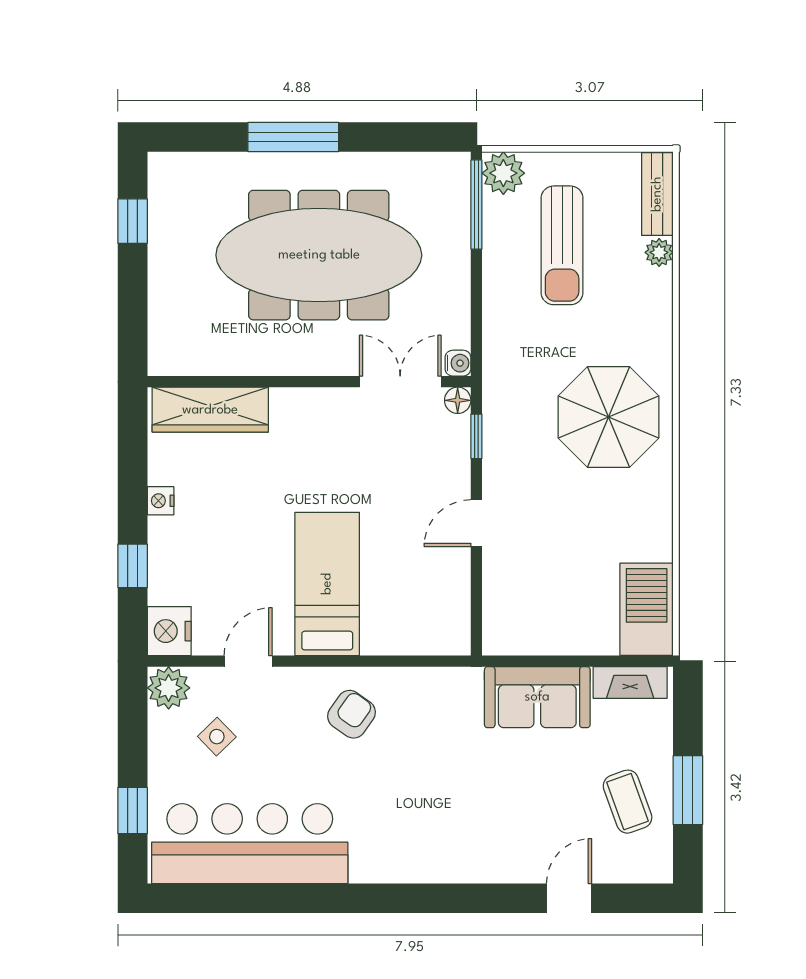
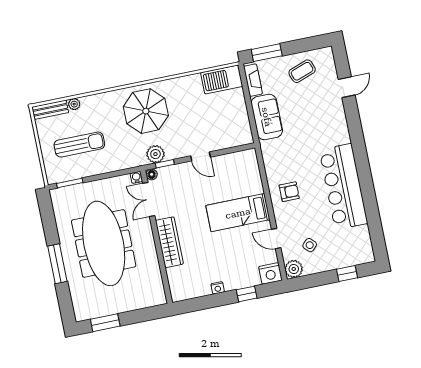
plant: (503, 173) -> (155, 154), moved
window: (476, 205) -> (70, 183), width x0.69
window: (133, 221) -> (105, 323), width x1.50
wardrobe: (210, 410) -> (169, 242), moved
armchair: (352, 714) -> (289, 192), turned 145
window: (688, 790) -> (267, 53), moved
bar counter: (250, 844) -> (343, 187), moved
door: (569, 898) -> (347, 87), swing flipped

